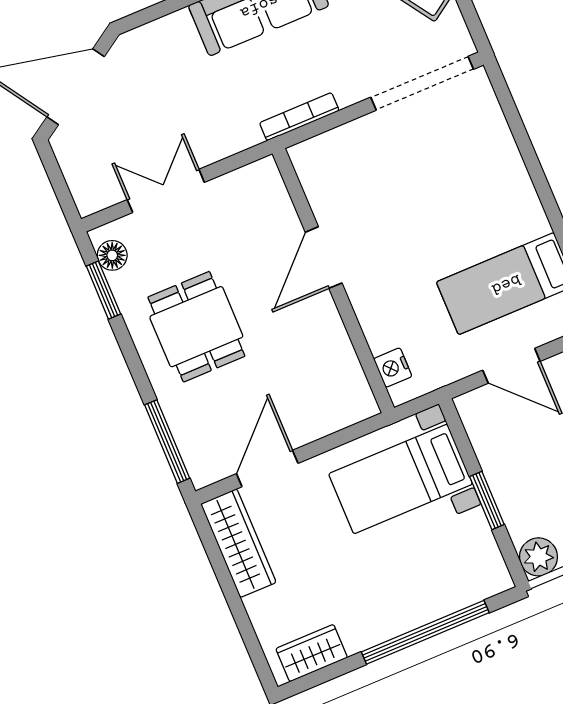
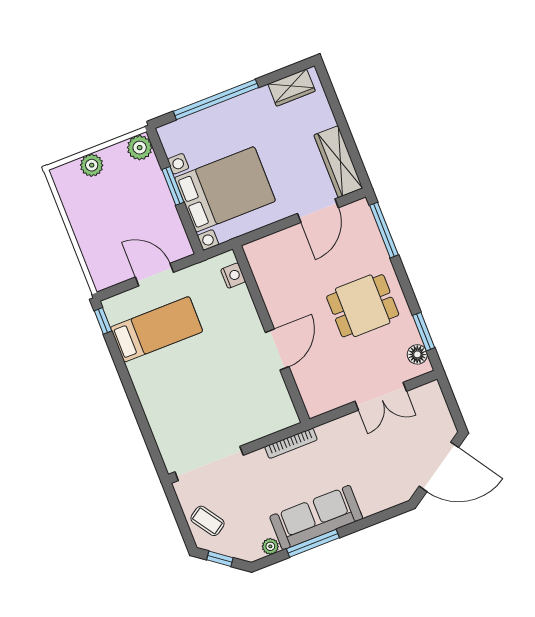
dining table: (196, 327) -> (363, 306), turned 90
bed with nightstands: (401, 479) -> (225, 189), width x1.36

